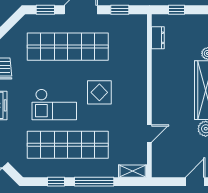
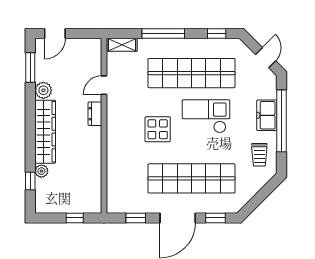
dresser: (158, 38) -> (95, 114), moved
window: (56, 182) -> (217, 33), moved

